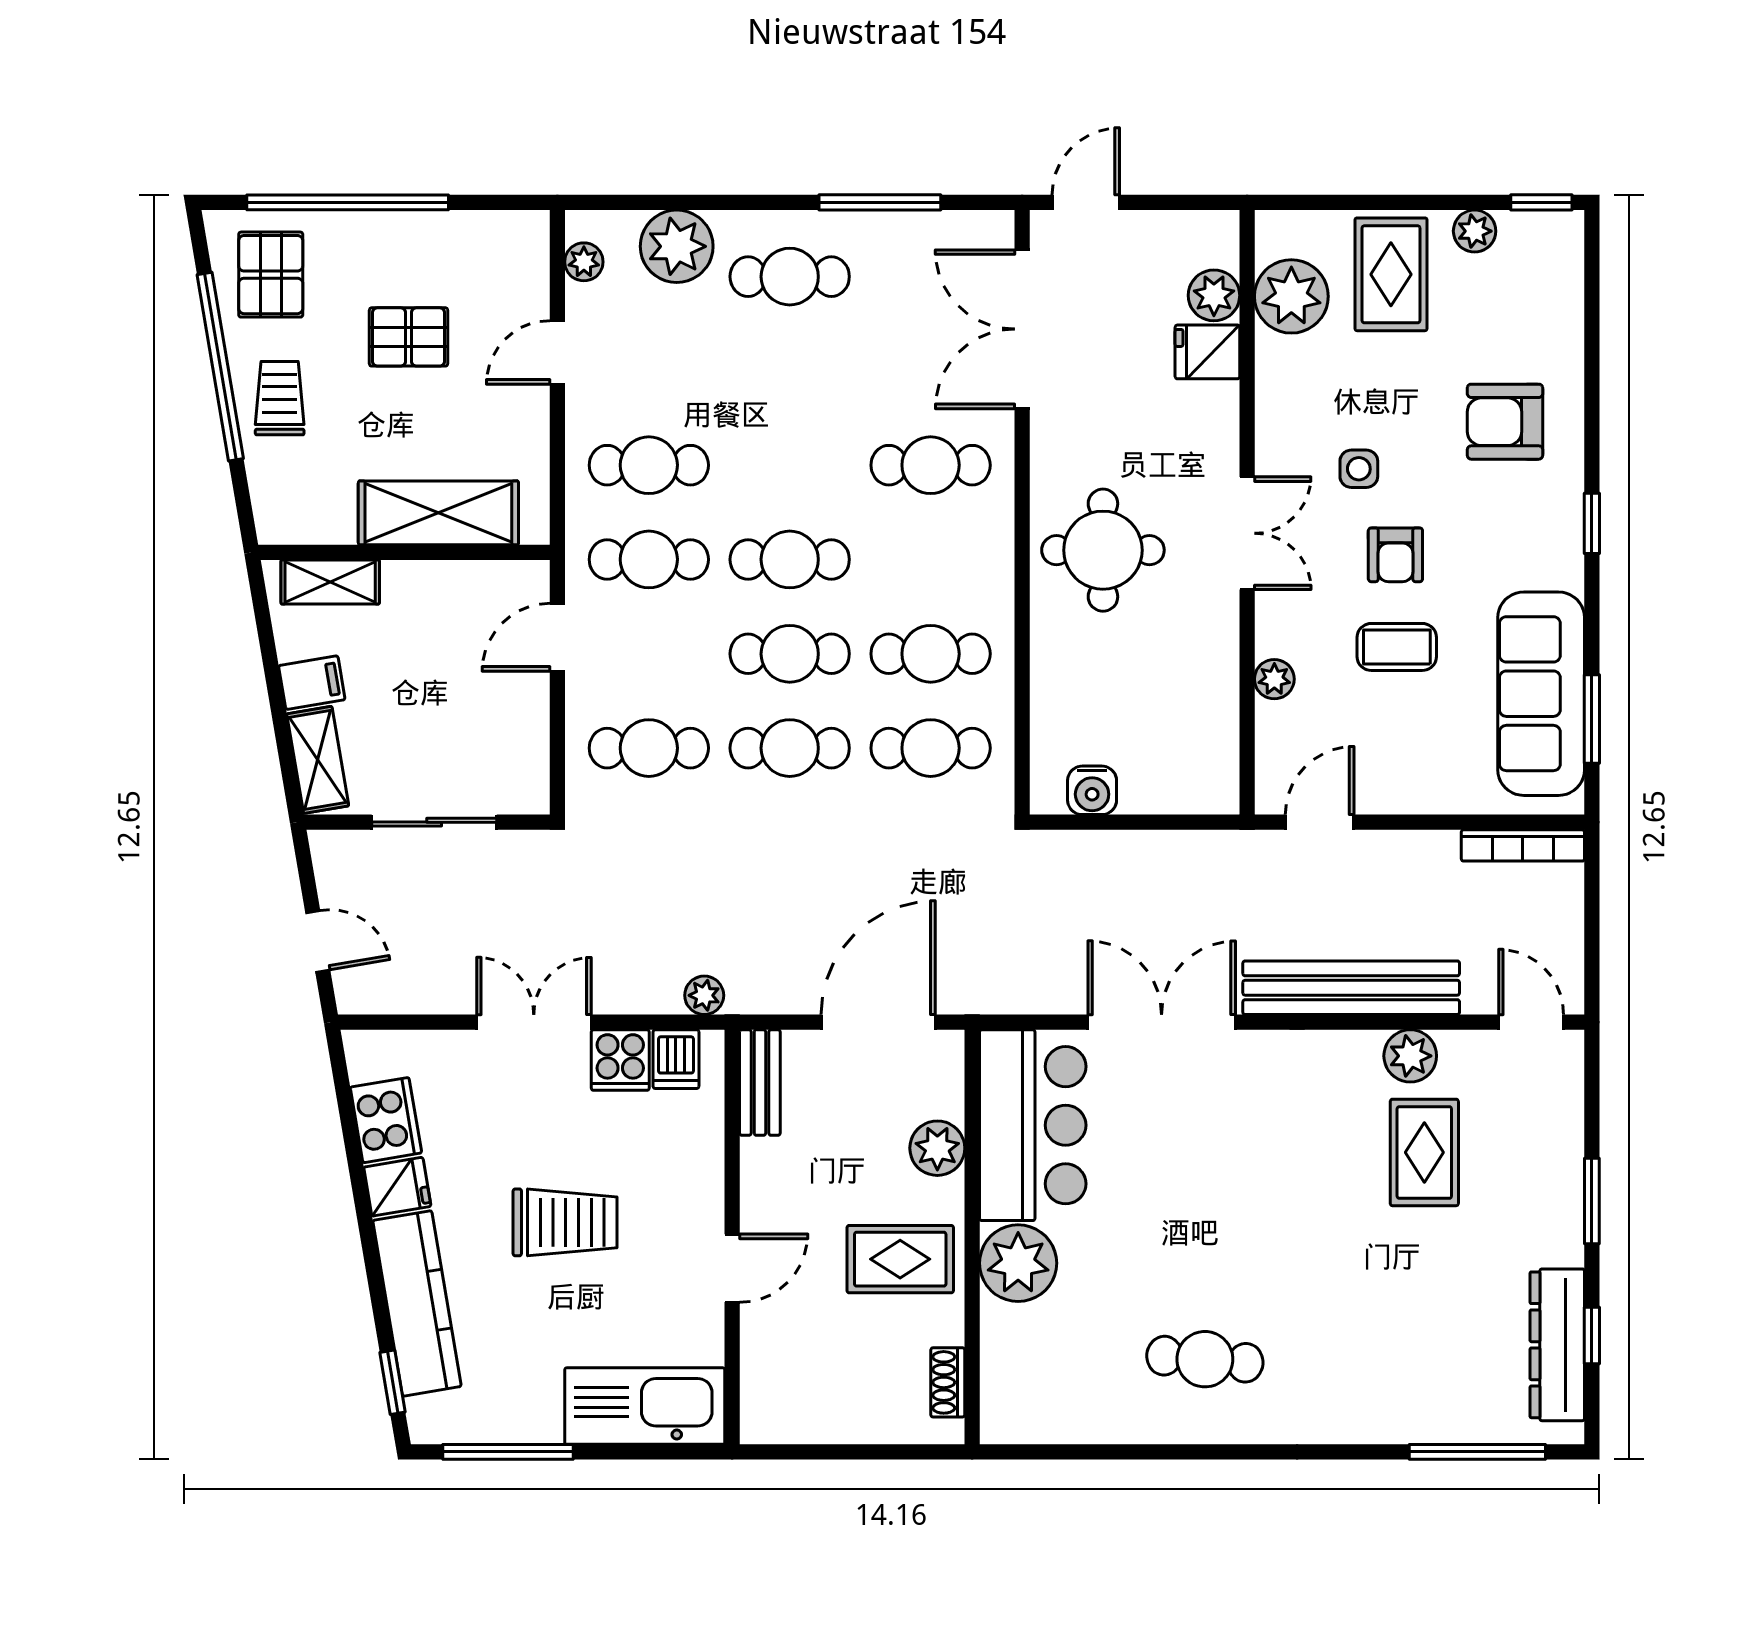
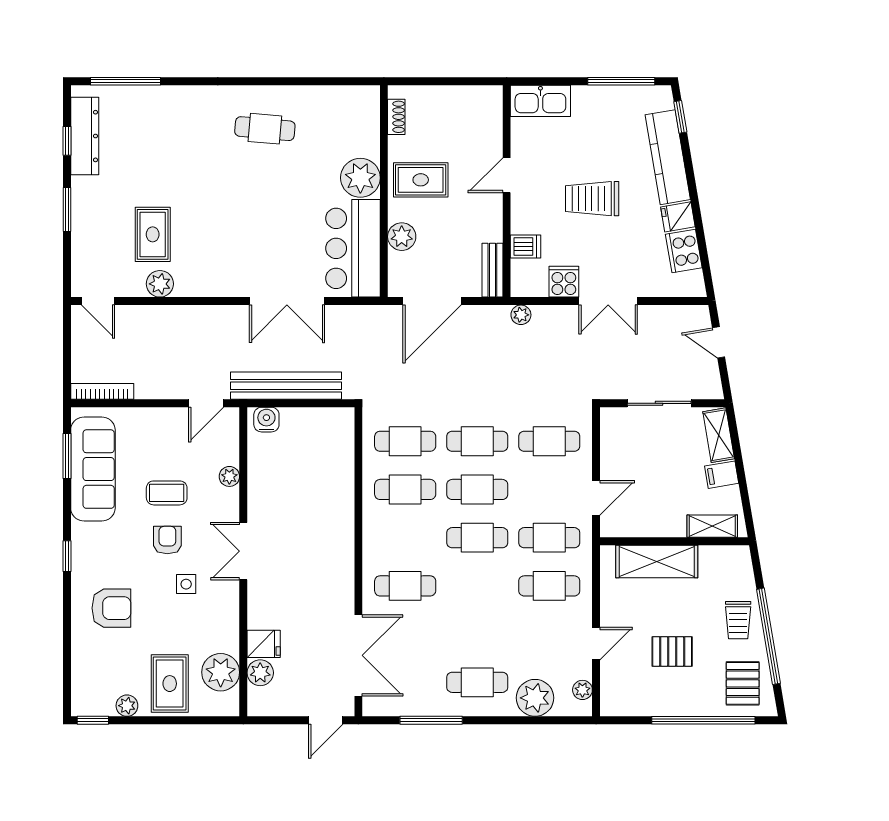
round table: (1103, 550) -> (317, 542), removed
water cooler: (1092, 790) -> (266, 420), moved
bench: (1351, 988) -> (286, 386), moved
dishwasher: (676, 1059) -> (525, 246), moved, turned 90
kitchen sink: (645, 1406) -> (540, 101), width x0.73, depth x0.81

